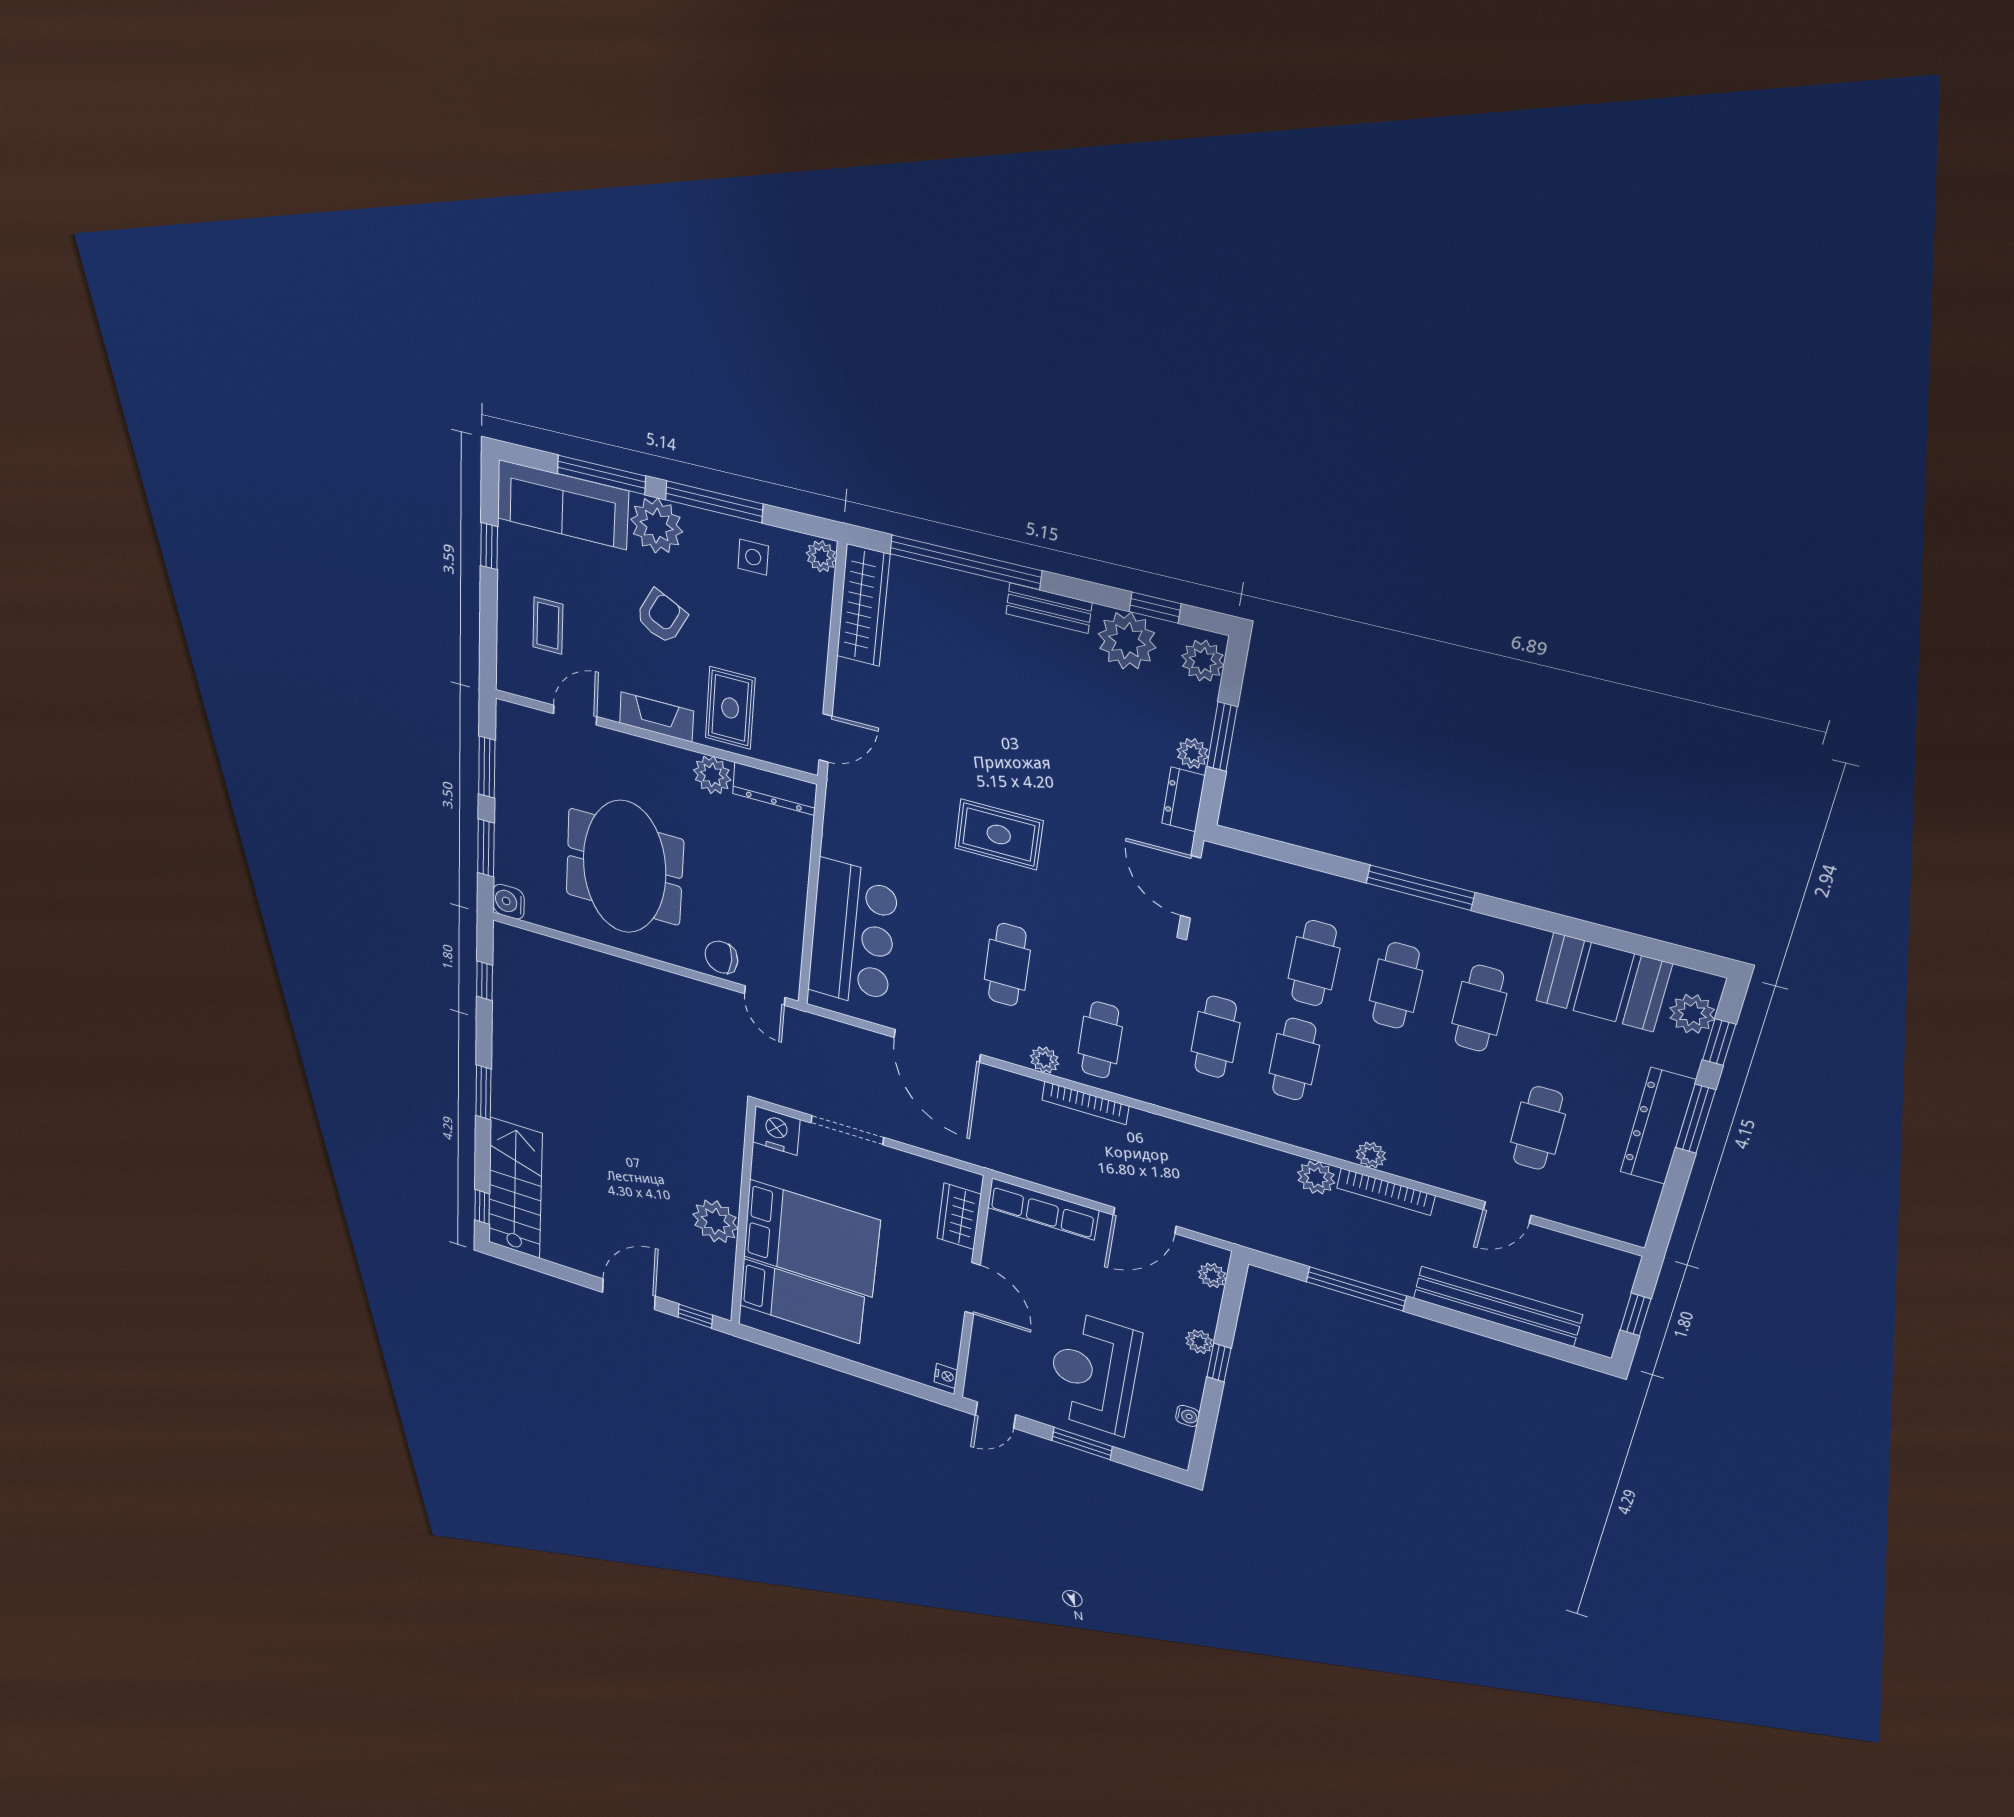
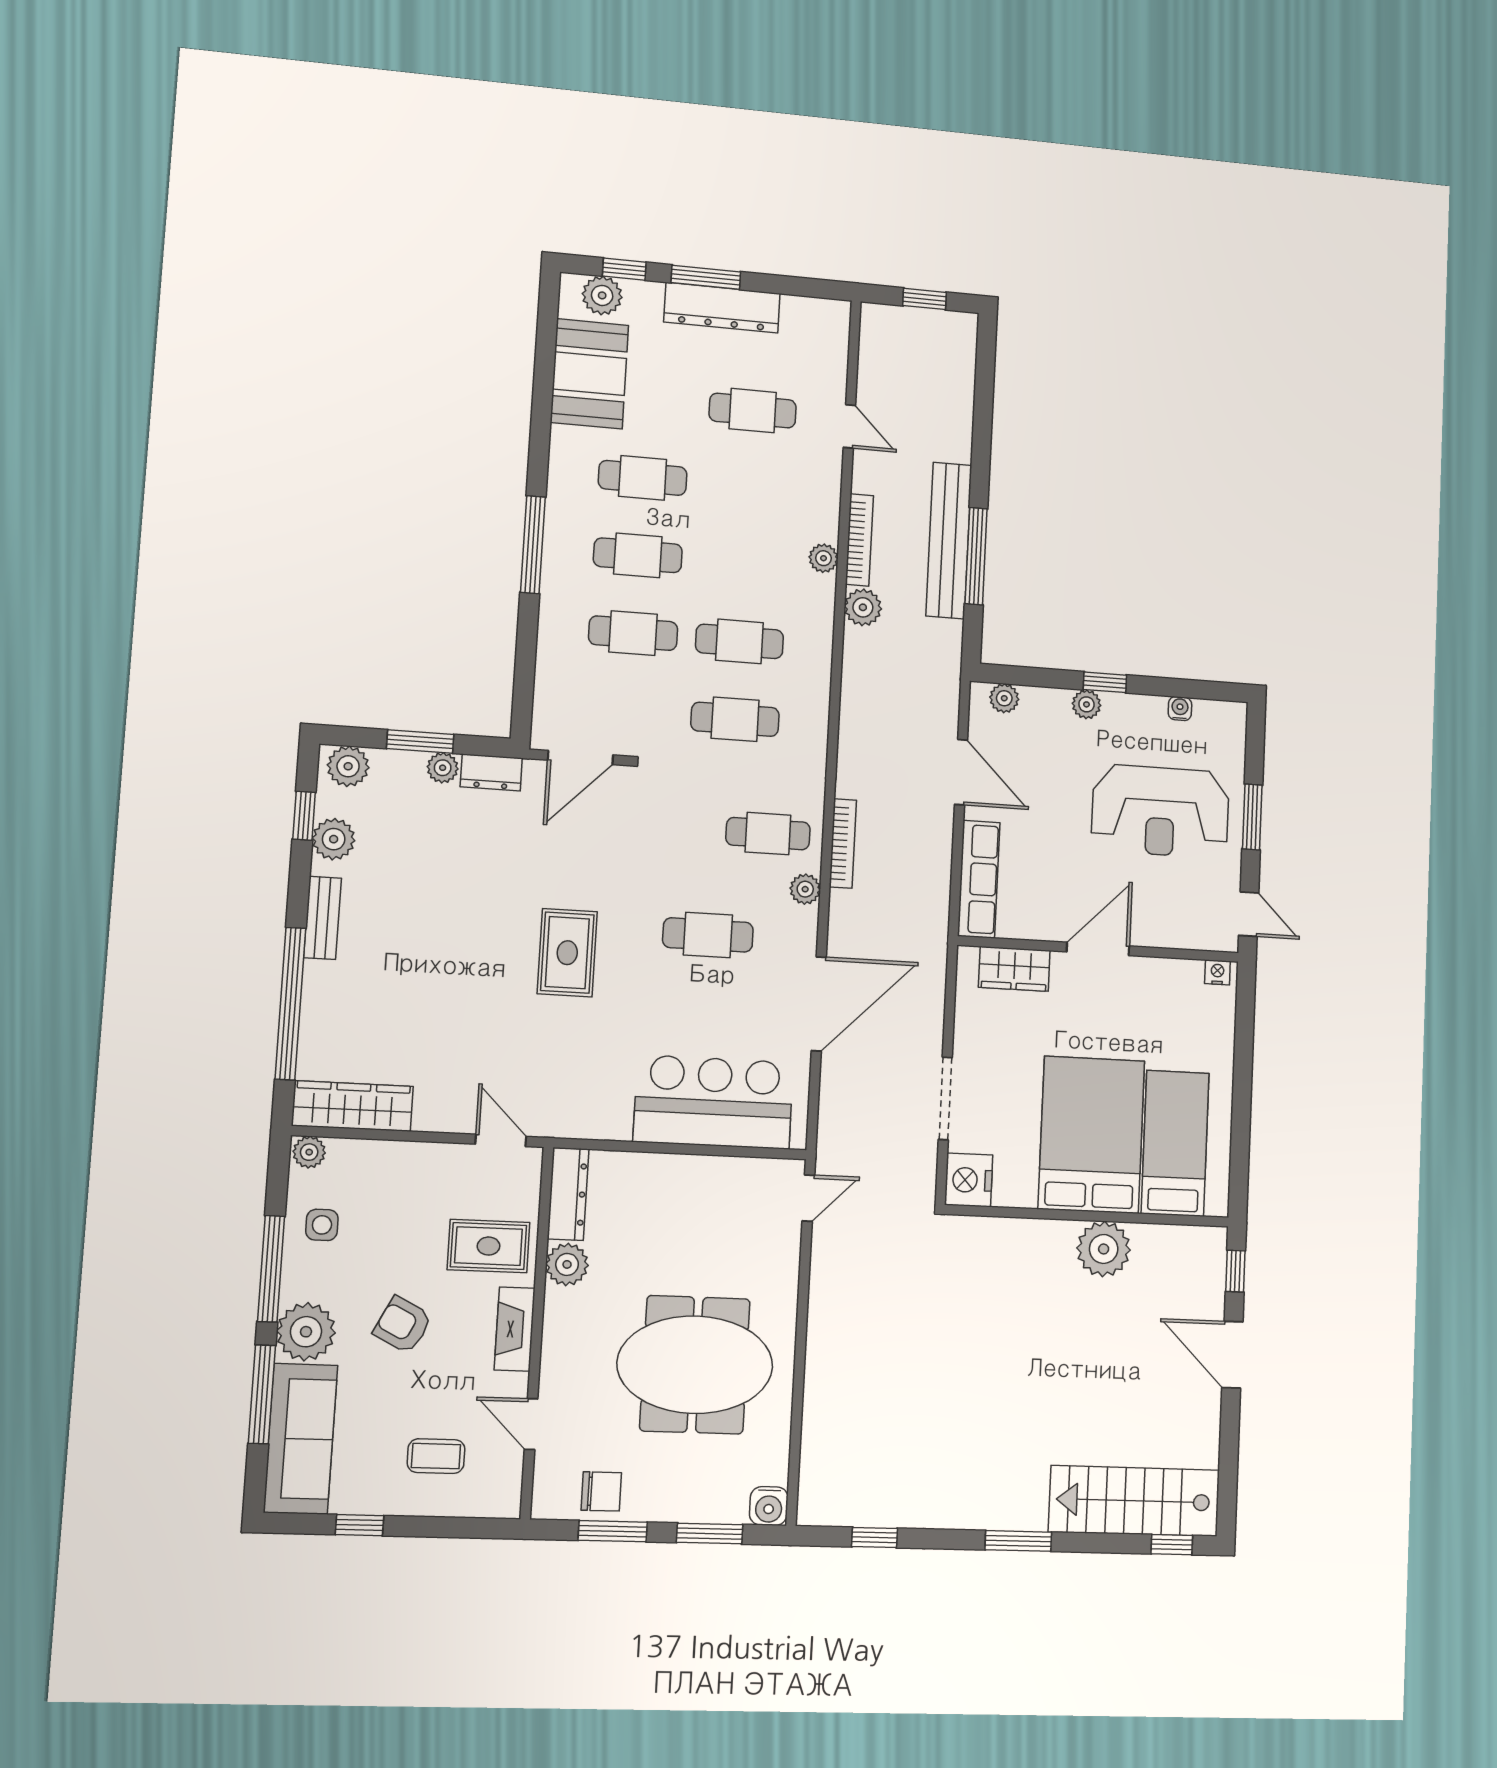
plant: (1127, 641) -> (334, 839), width x0.73, depth x0.73
chair: (721, 957) -> (601, 1491), moved, turned -90
bench: (1497, 1306) -> (949, 540), moved

